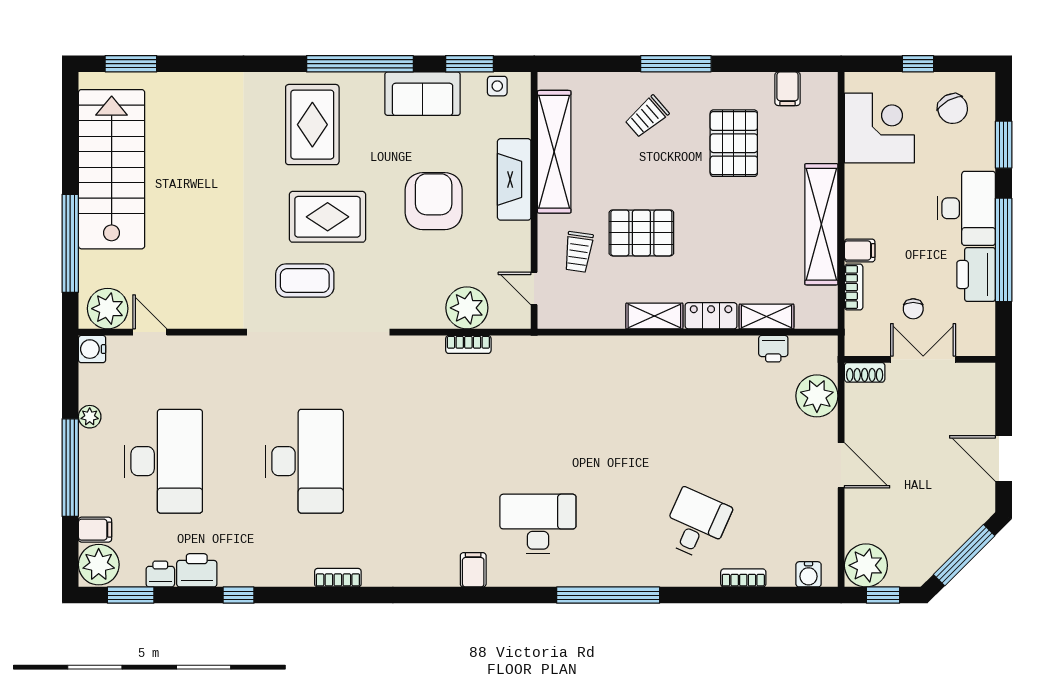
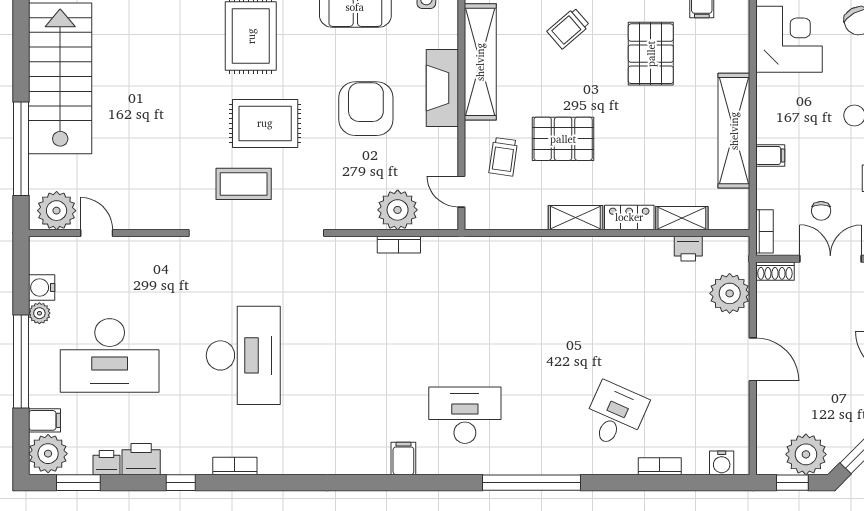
bookcase: (854, 287) -> (765, 231), moved
water cooler: (92, 349) -> (42, 287), moved
desk: (164, 461) -> (110, 355), turned 90
plant: (866, 565) -> (806, 454), moved
bookcase: (338, 578) -> (235, 466), moved

